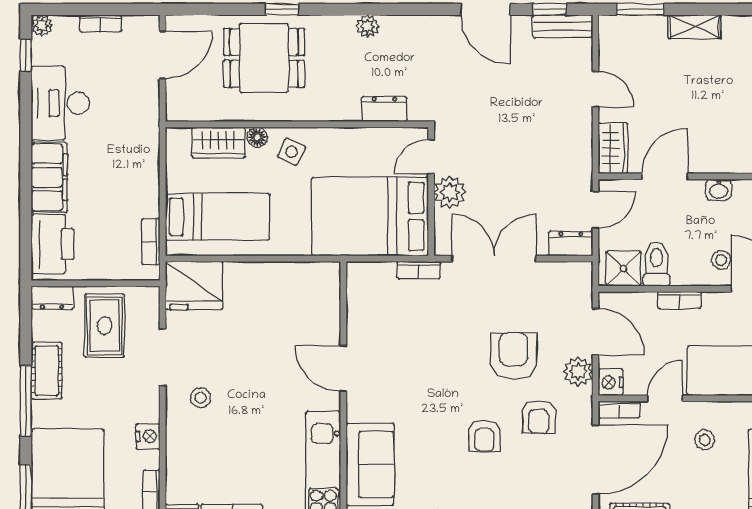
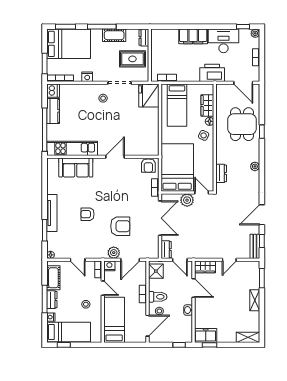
printer: (53, 244) -> (212, 73), moved, turned 180
toilet: (657, 264) -> (158, 297), moved
armchair: (539, 417) -> (148, 166), moved, turned -90
door: (595, 460) -> (78, 260), width x0.53

